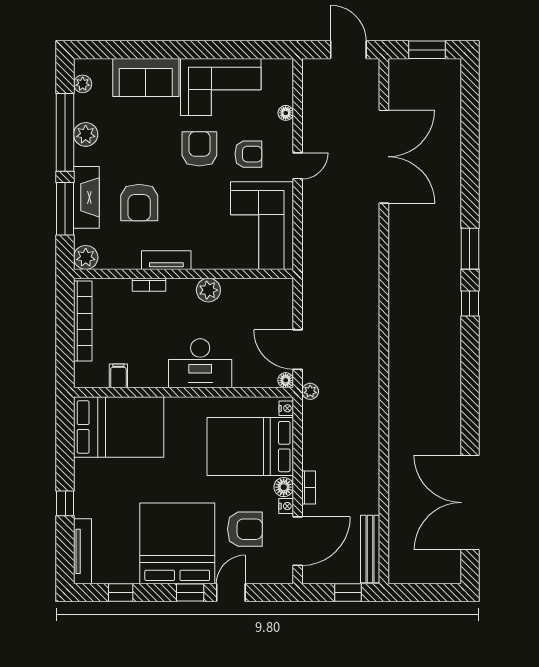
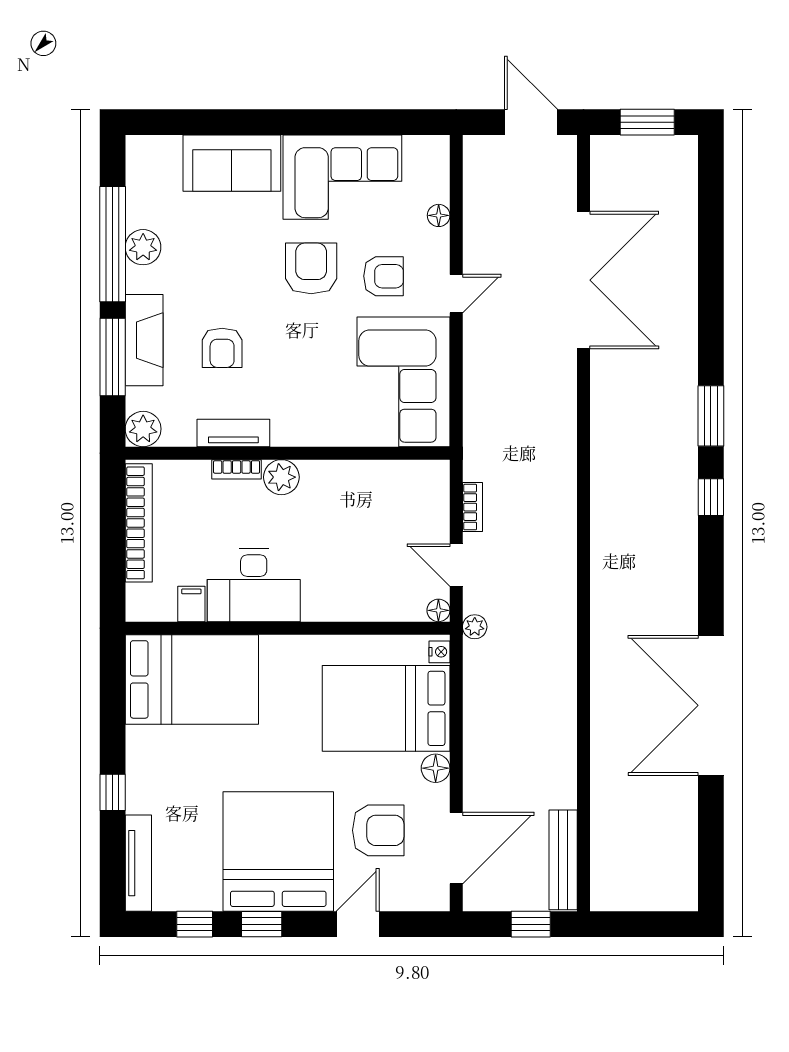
plant: (83, 84) -> (139, 173), removed
armchair: (139, 203) -> (222, 348), width x0.72, depth x0.72
tv unit: (166, 260) -> (233, 433), moved
plant: (208, 290) -> (281, 477), moved
door: (298, 350) -> (456, 565), width x0.73
desk: (200, 363) -> (254, 585), moved
bookcase: (309, 487) -> (472, 507), moved
double door: (470, 503) -> (711, 705), moved
nightstand: (286, 506) -> (439, 796), removed
window: (190, 593) -> (262, 924), moved

